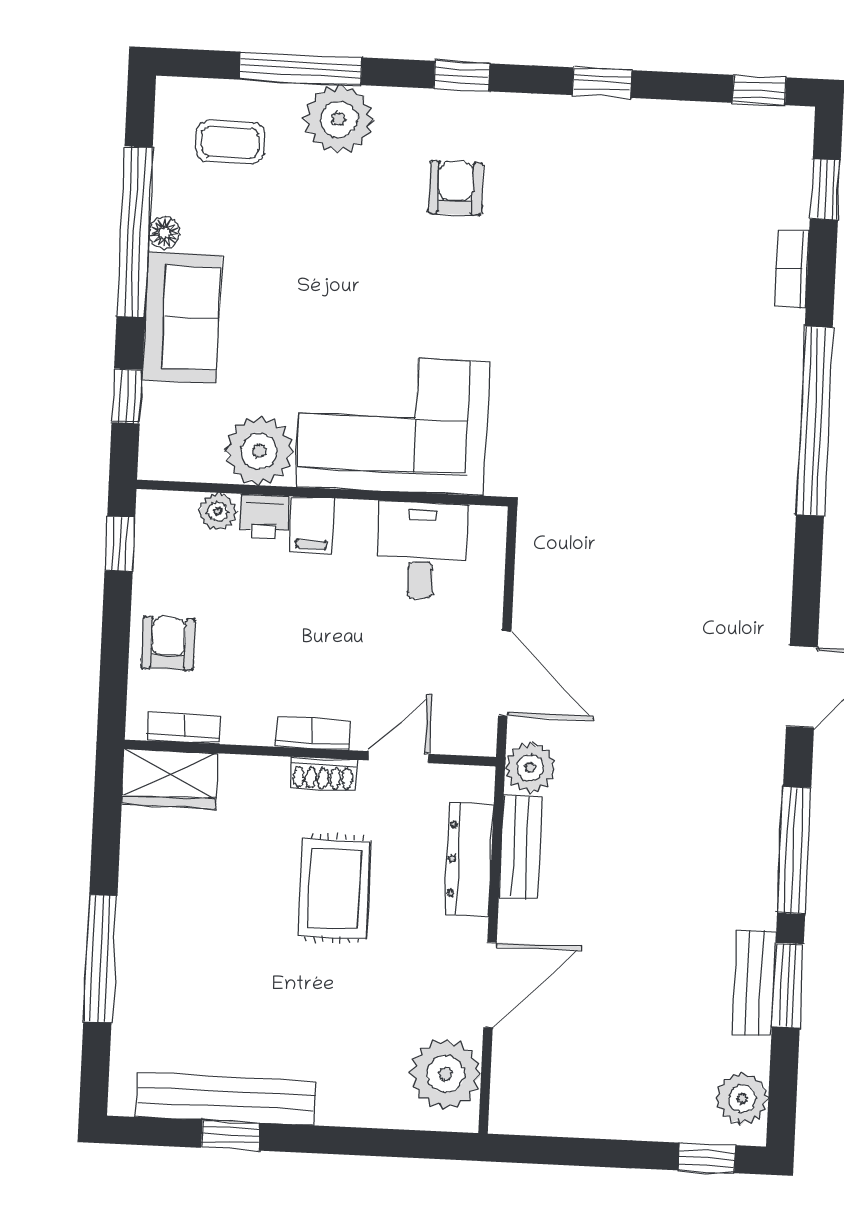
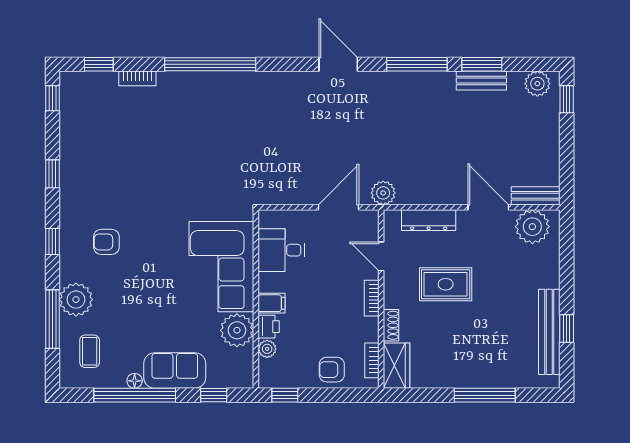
shoe rack: (323, 774) -> (391, 325), moved
bench: (520, 847) -> (536, 196), moved

